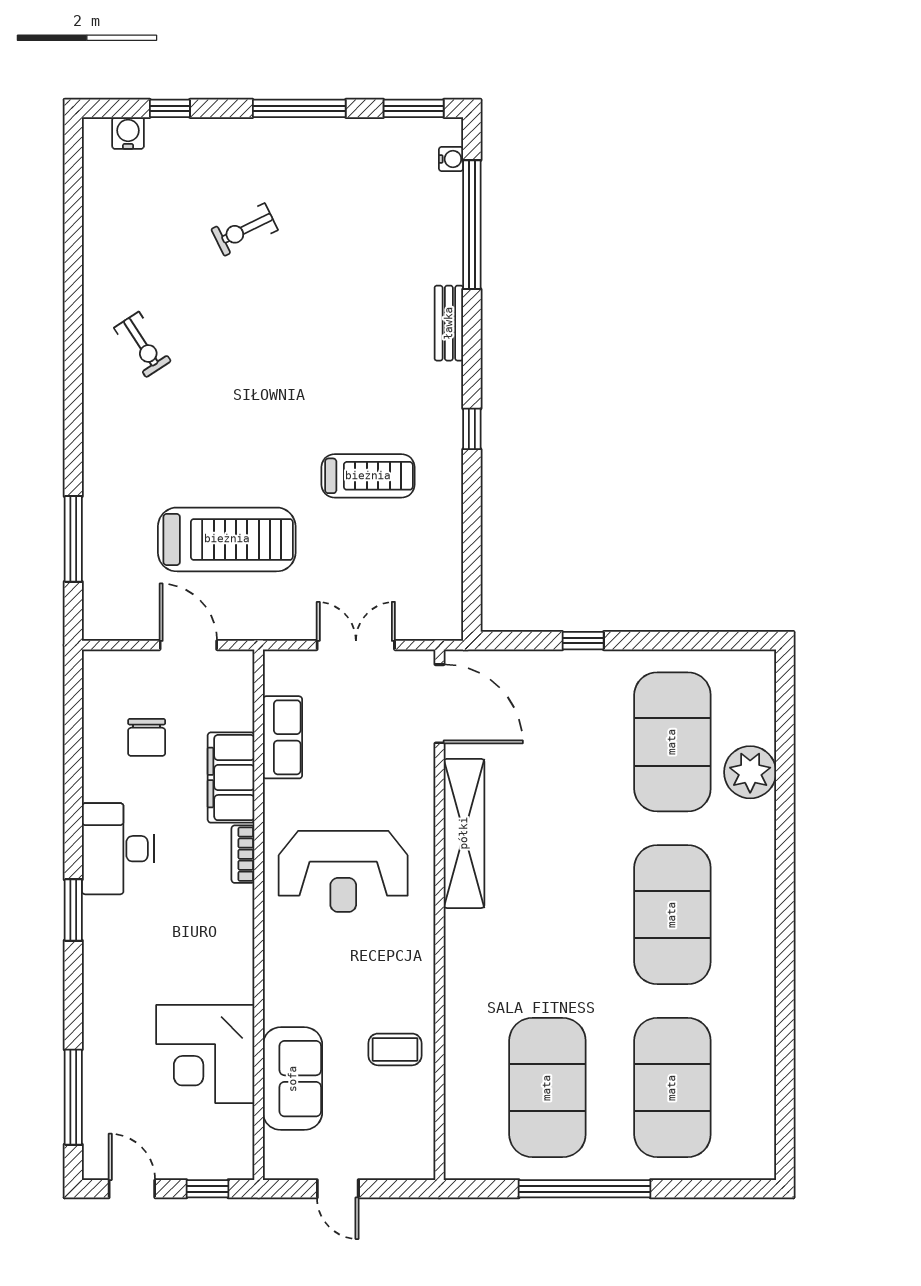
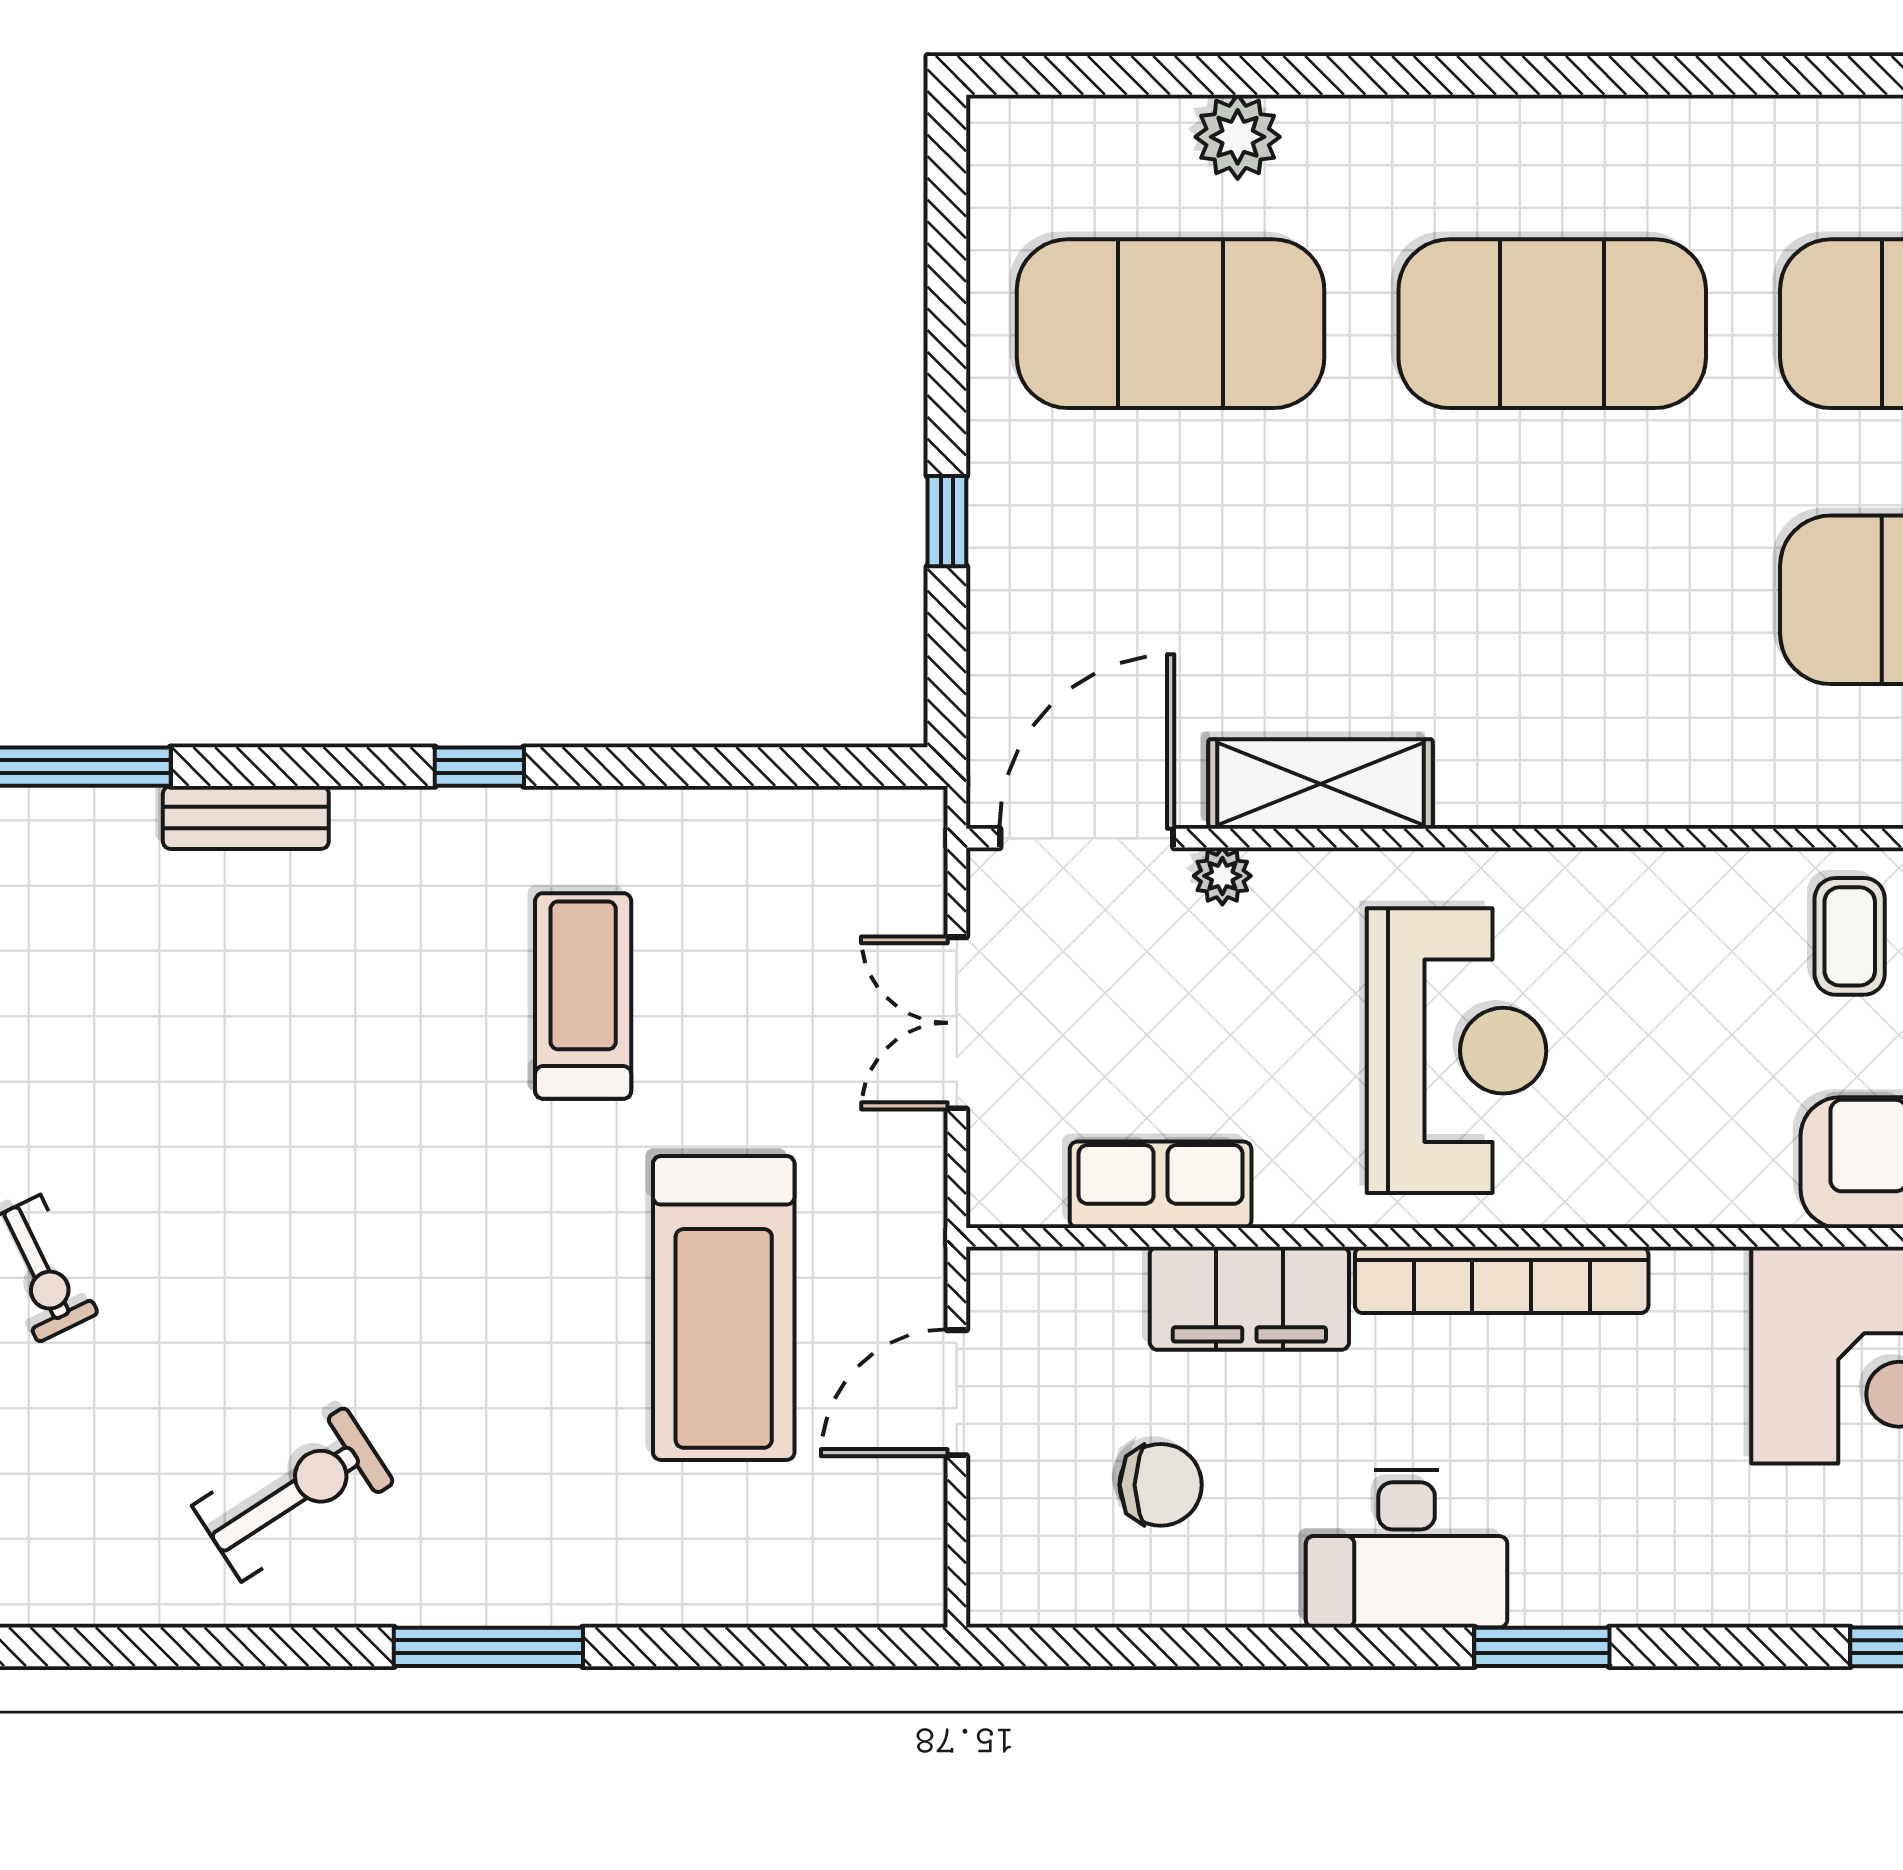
exercise bike: (142, 344) -> (293, 1494), width x1.38, depth x1.39
window: (73, 539) -> (488, 1647), moved
treadmill: (227, 539) -> (724, 1308), turned 180
plant: (422, 765) -> (1222, 876), added
plant: (750, 772) -> (1238, 137), width x0.73, depth x0.73
shelving: (464, 833) -> (1320, 784), width x0.68
bookcase: (243, 854) -> (1502, 1280), width x2.31, depth x1.31

